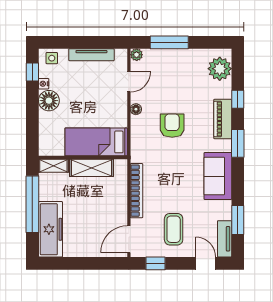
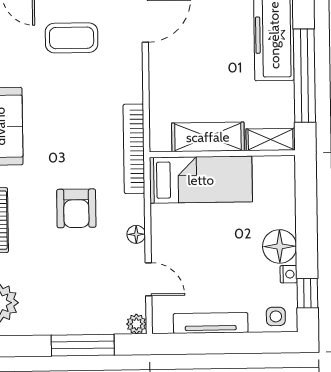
door: (129, 82) -> (149, 279), swing flipped
bookcase: (137, 191) -> (134, 149), moved
coffee table: (174, 229) -> (72, 38), turned 90

